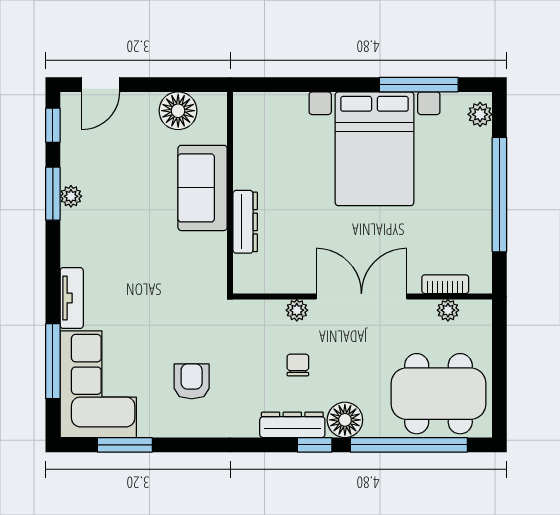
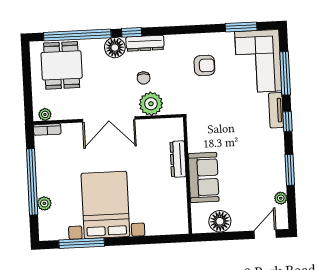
plant: (480, 114) -> (44, 203), moved
window: (53, 125) -> (287, 122), moved
plant: (71, 196) -> (281, 198), moved
bookcase: (445, 284) -> (47, 129), moved
plant: (297, 310) -> (151, 104), width x1.88, depth x1.88
plant: (448, 310) -> (45, 114), moved
armchair: (192, 381) -> (204, 65), turned -90
dining table: (438, 394) -> (62, 65), width x0.73

